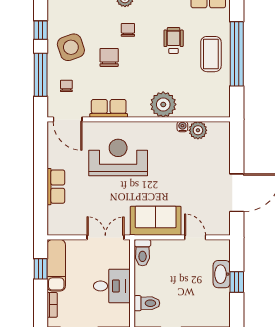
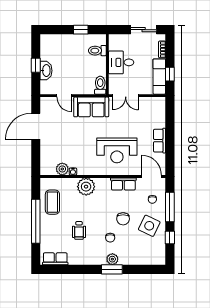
side table: (71, 47) -> (149, 226), turned 45
coffee table: (211, 54) -> (52, 202), moved
row of seats: (56, 187) -> (160, 141), moved

